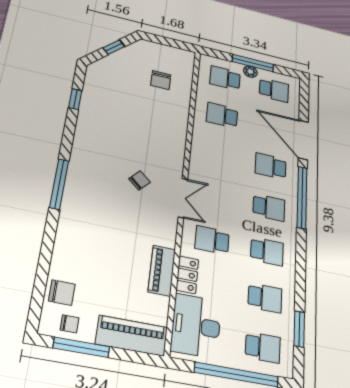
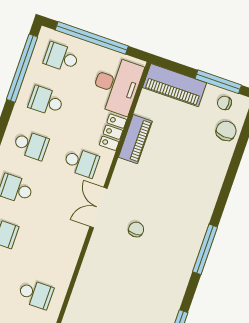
chair: (140, 180) -> (136, 229), turned 138
window: (59, 184) -> (205, 249), moved
school desk: (267, 251) -> (31, 145), turned 180
chair: (62, 293) -> (226, 131), turned 94
window: (299, 329) -> (22, 68), width x2.11

